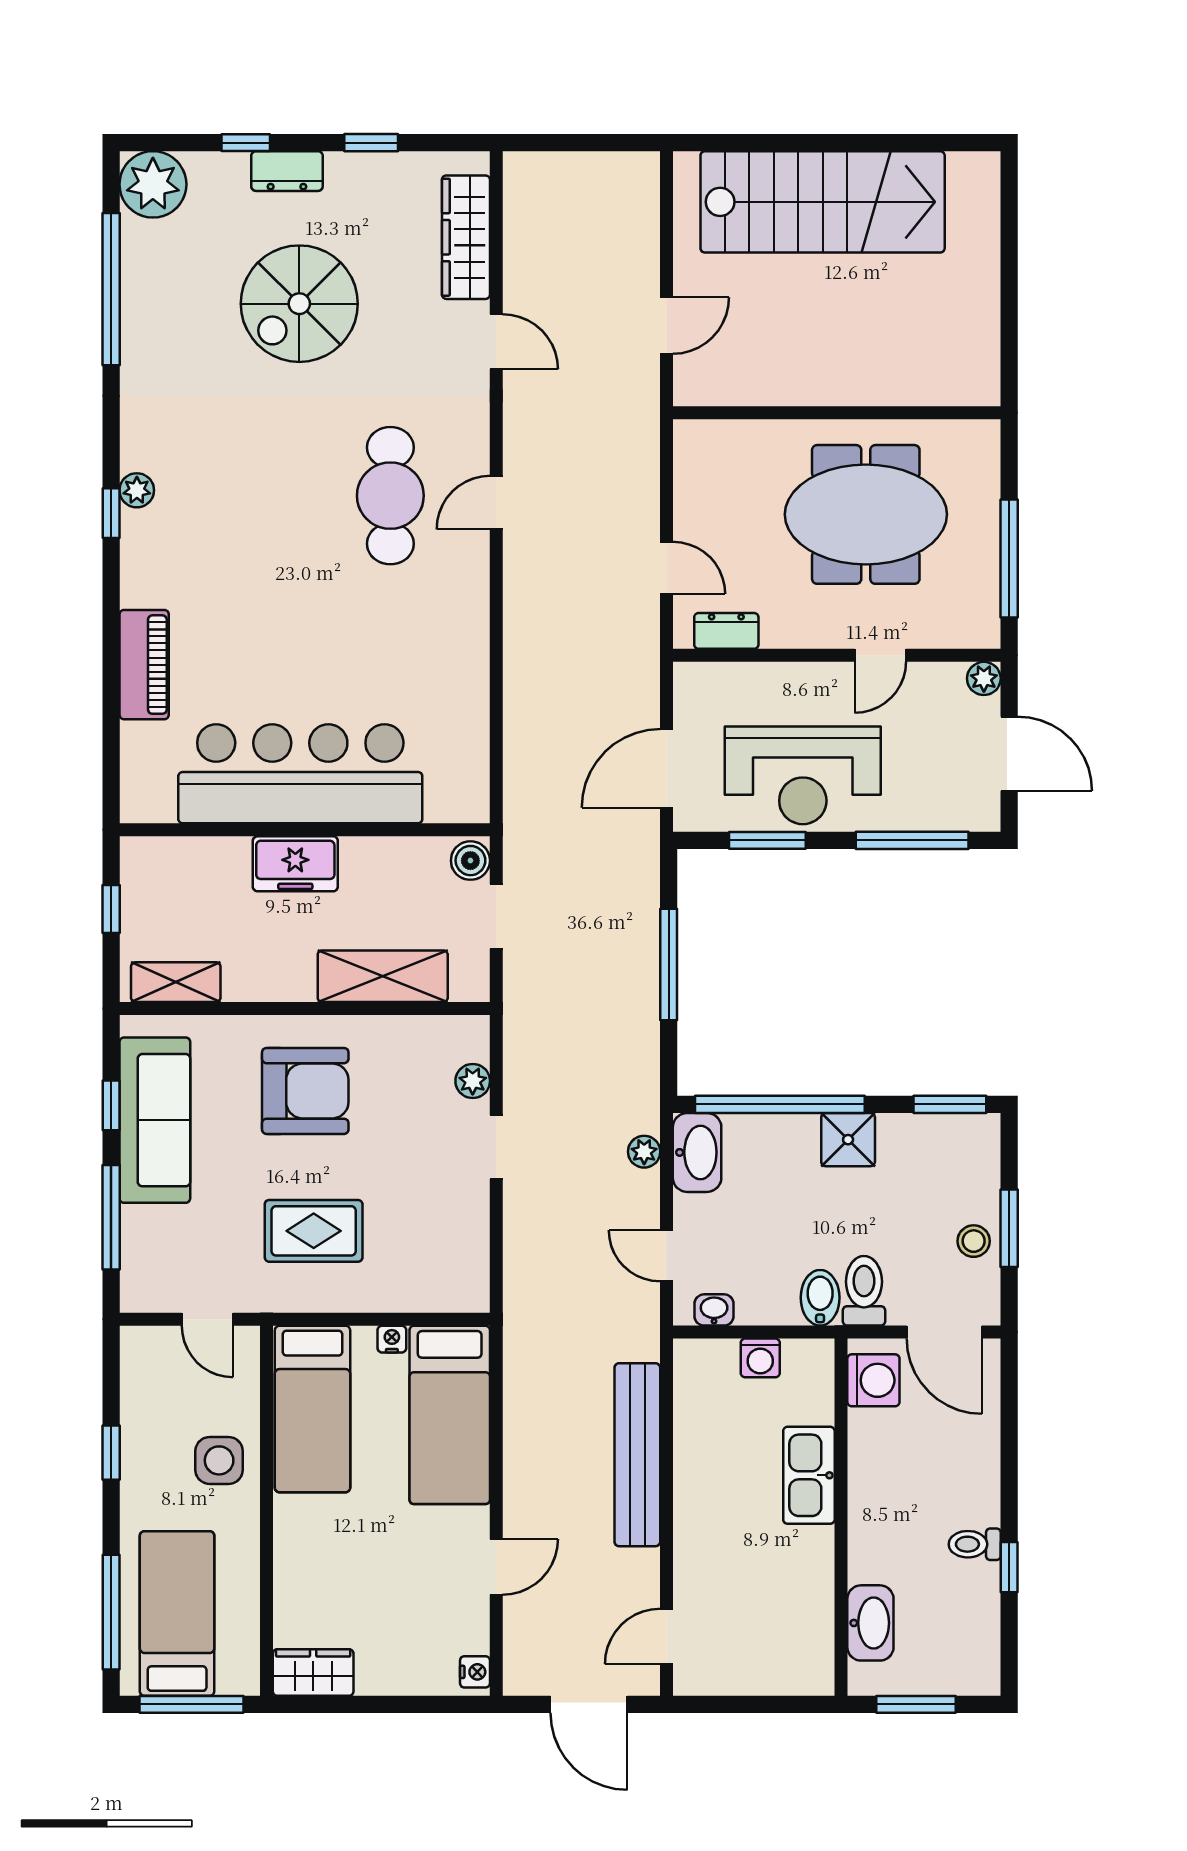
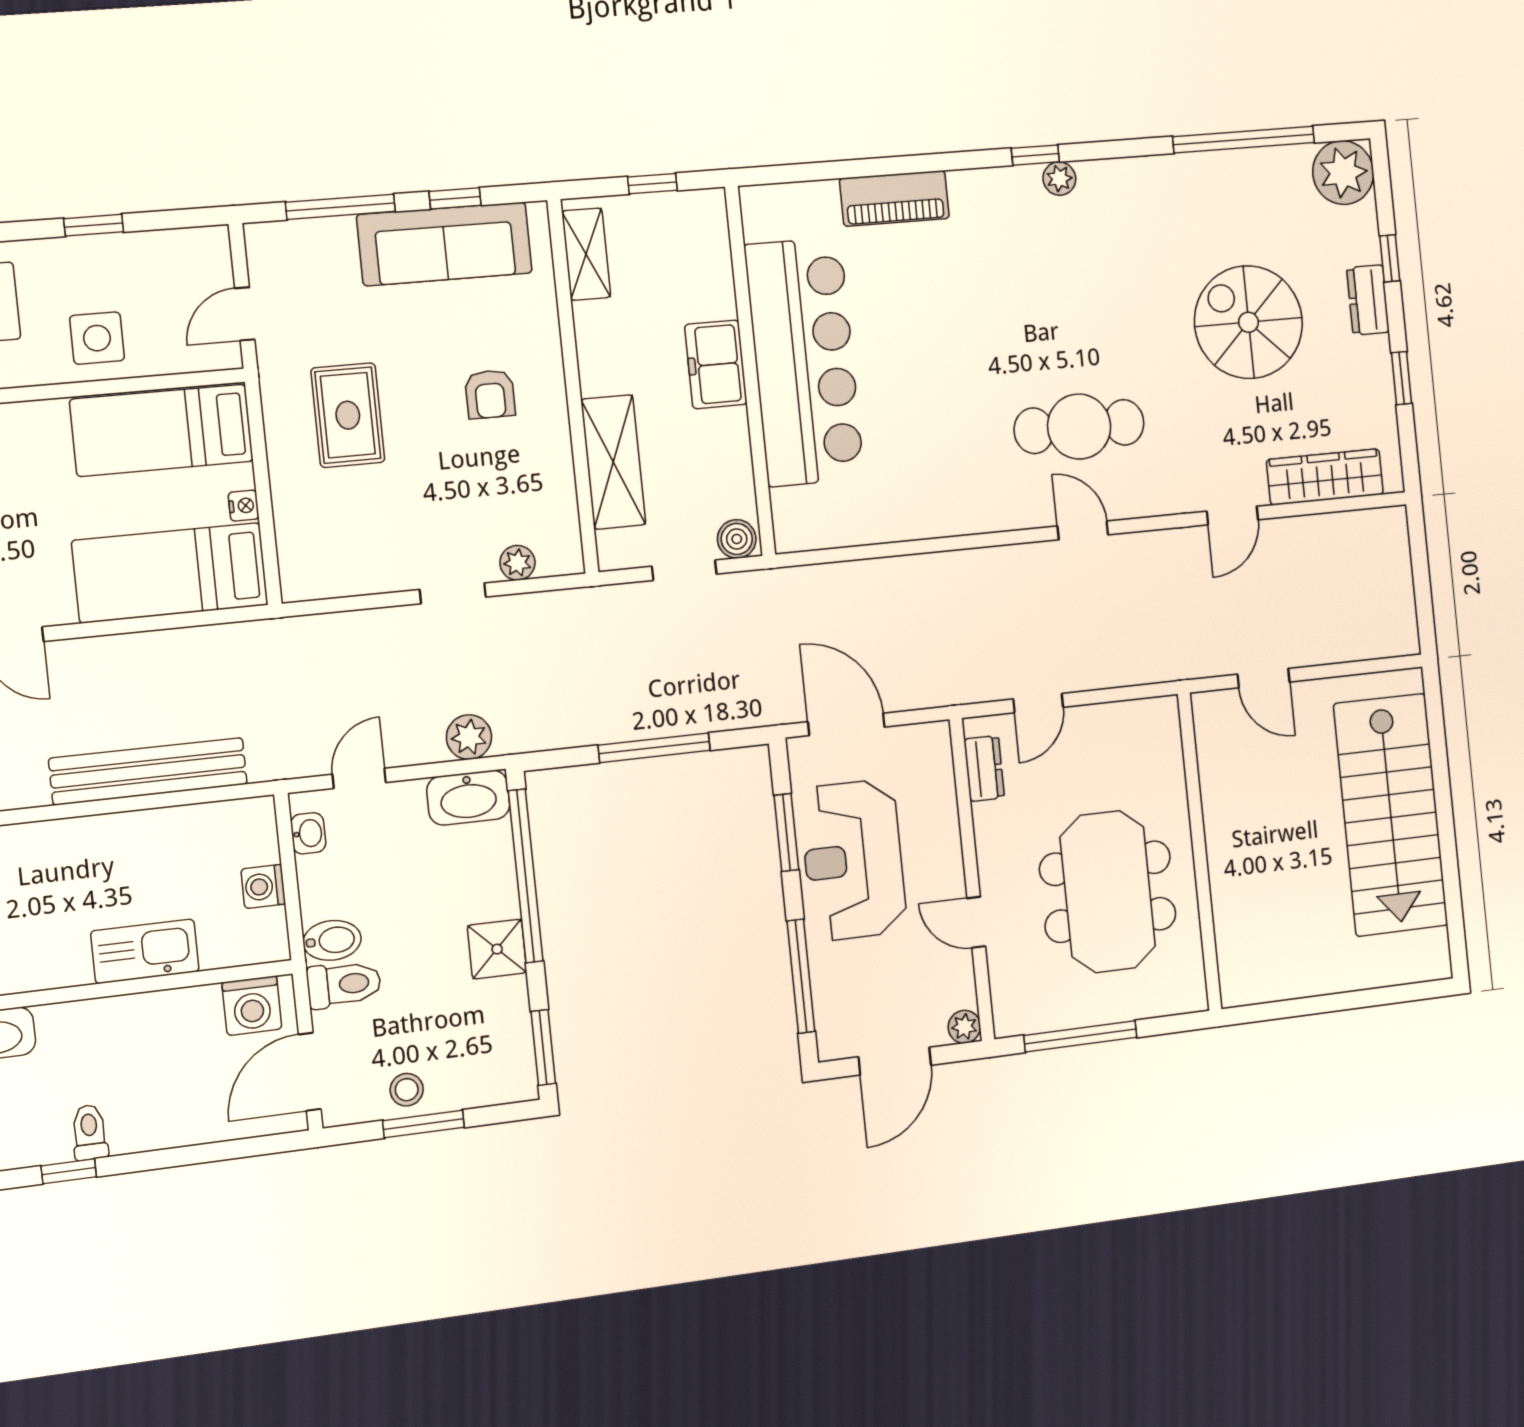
armchair: (305, 1091) -> (490, 394), width x0.53, depth x0.53
plant: (644, 1152) -> (469, 737), width x1.38, depth x1.38

